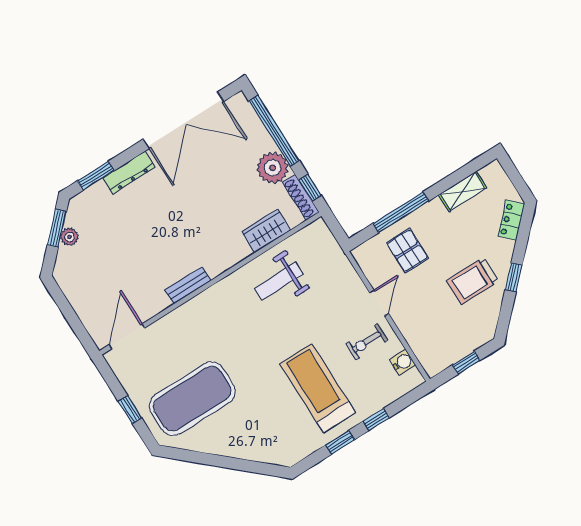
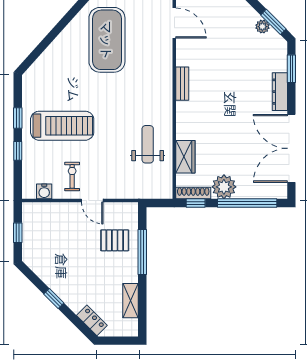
trolley: (473, 281) -> (68, 270), removed

